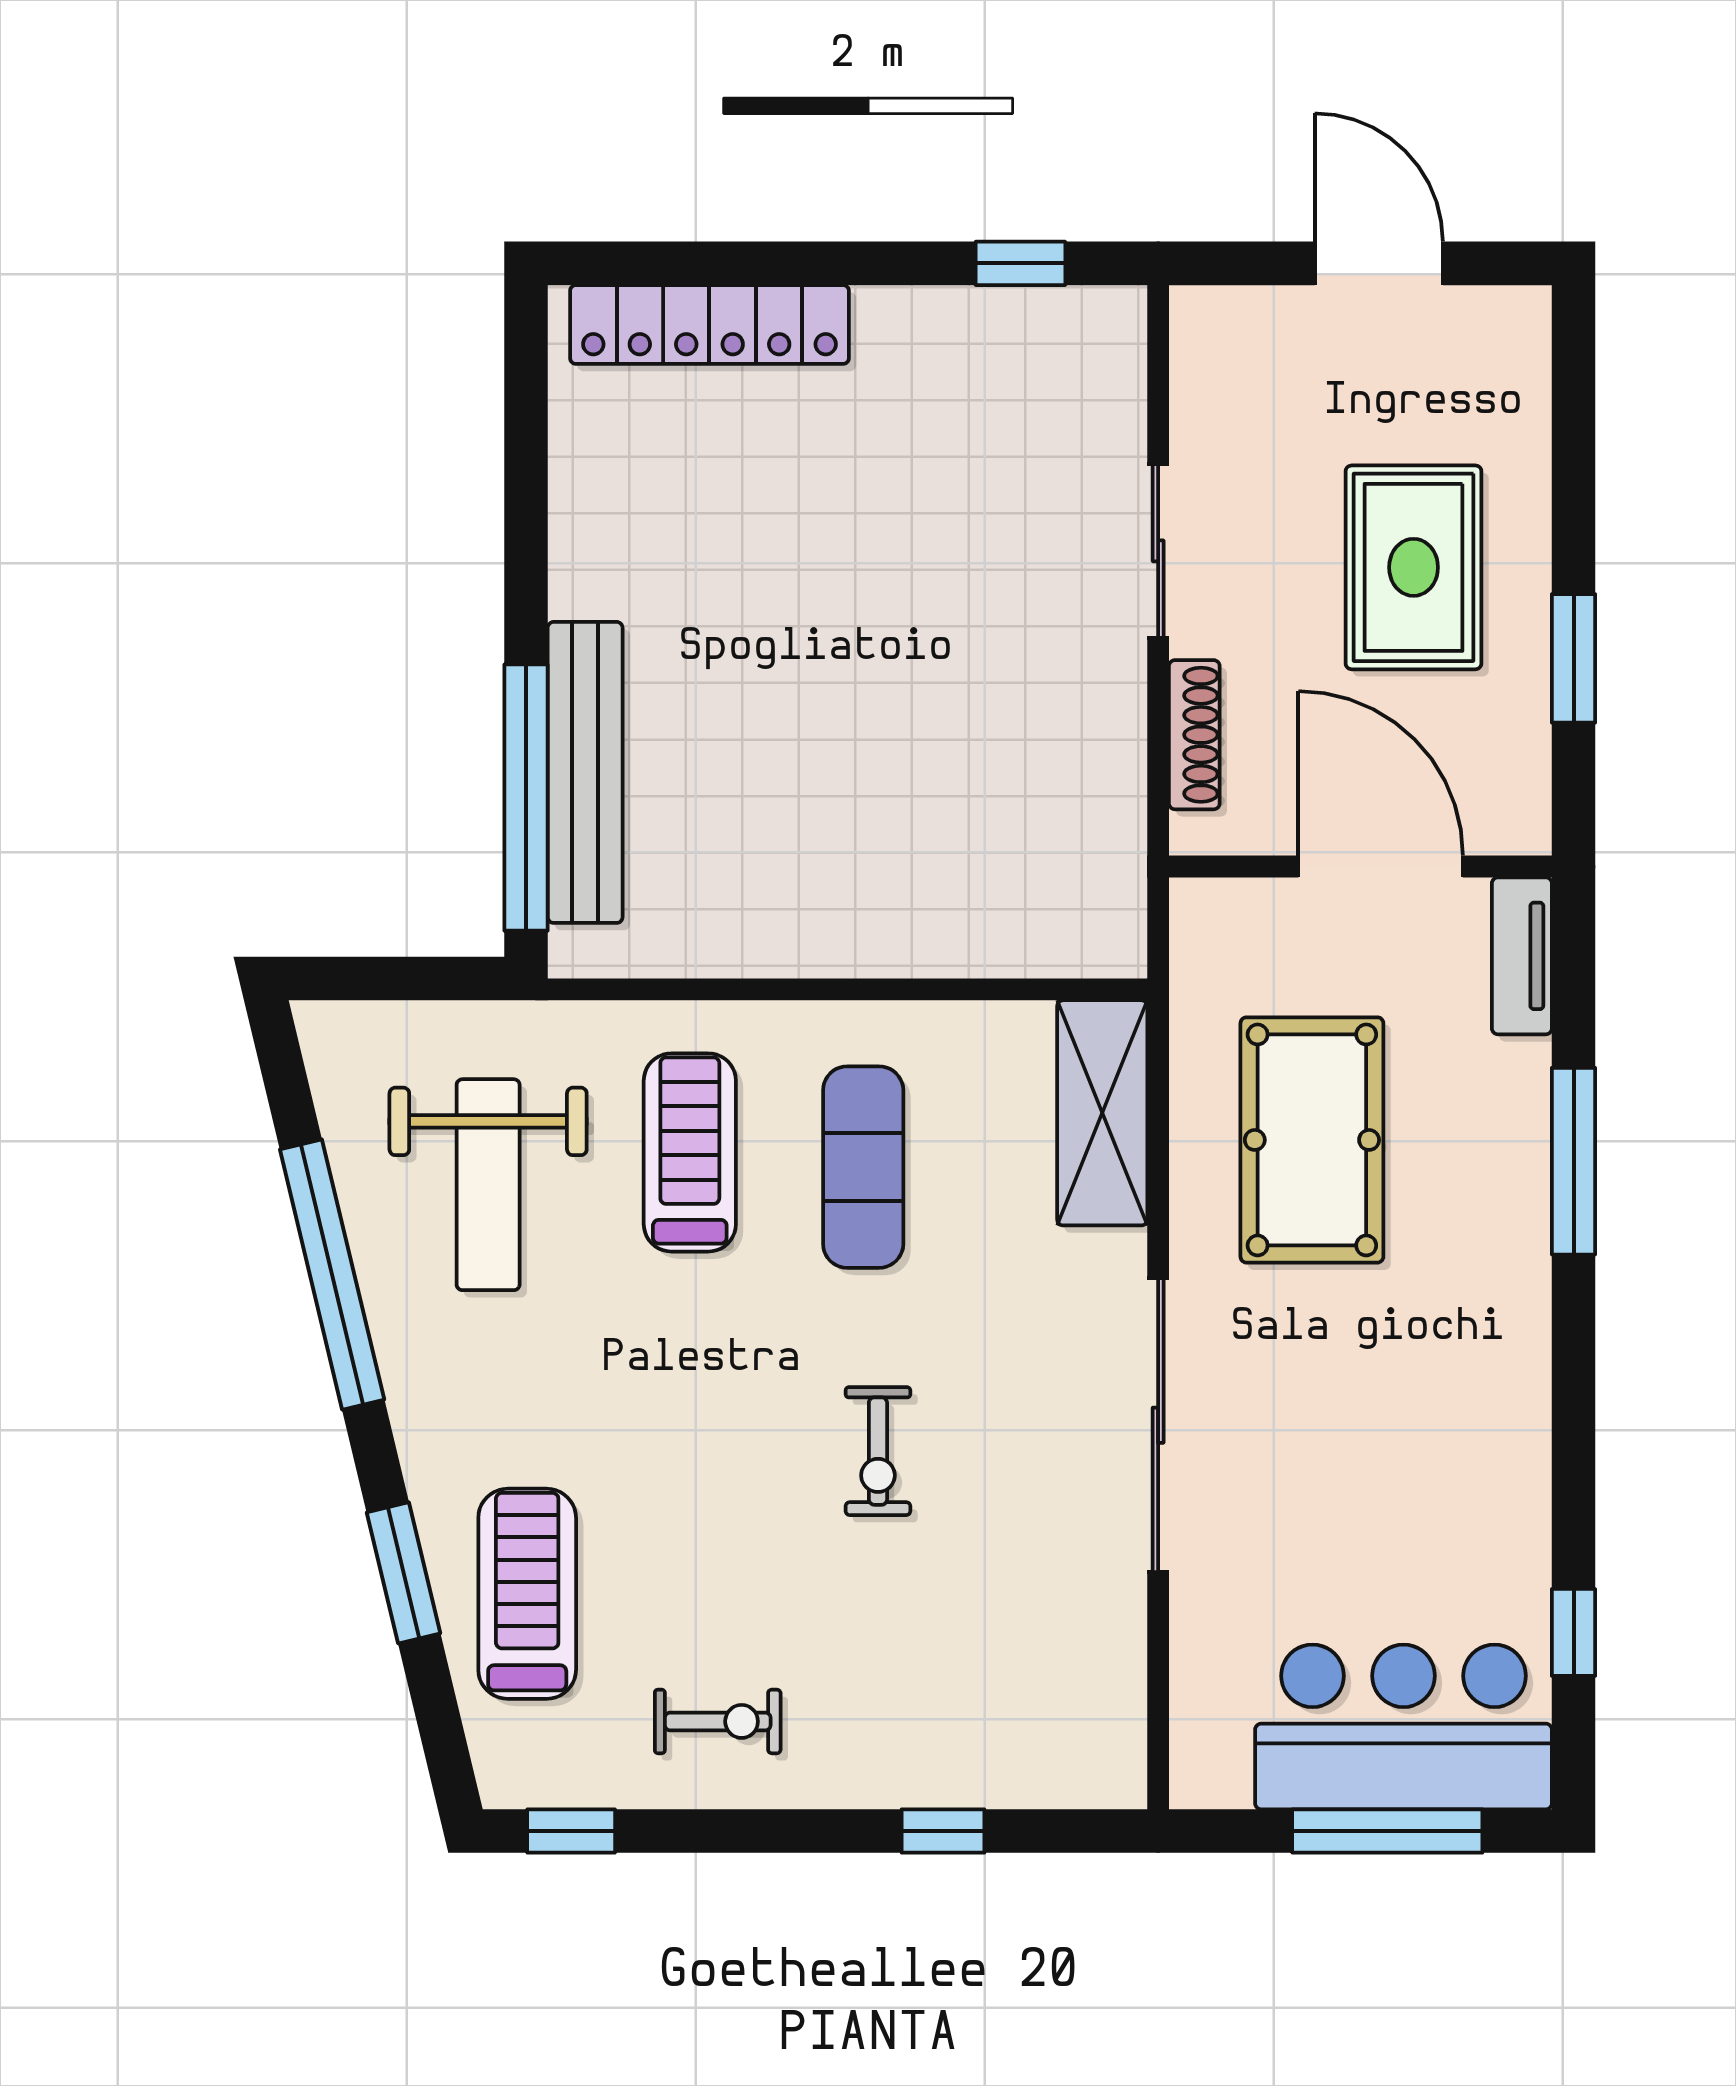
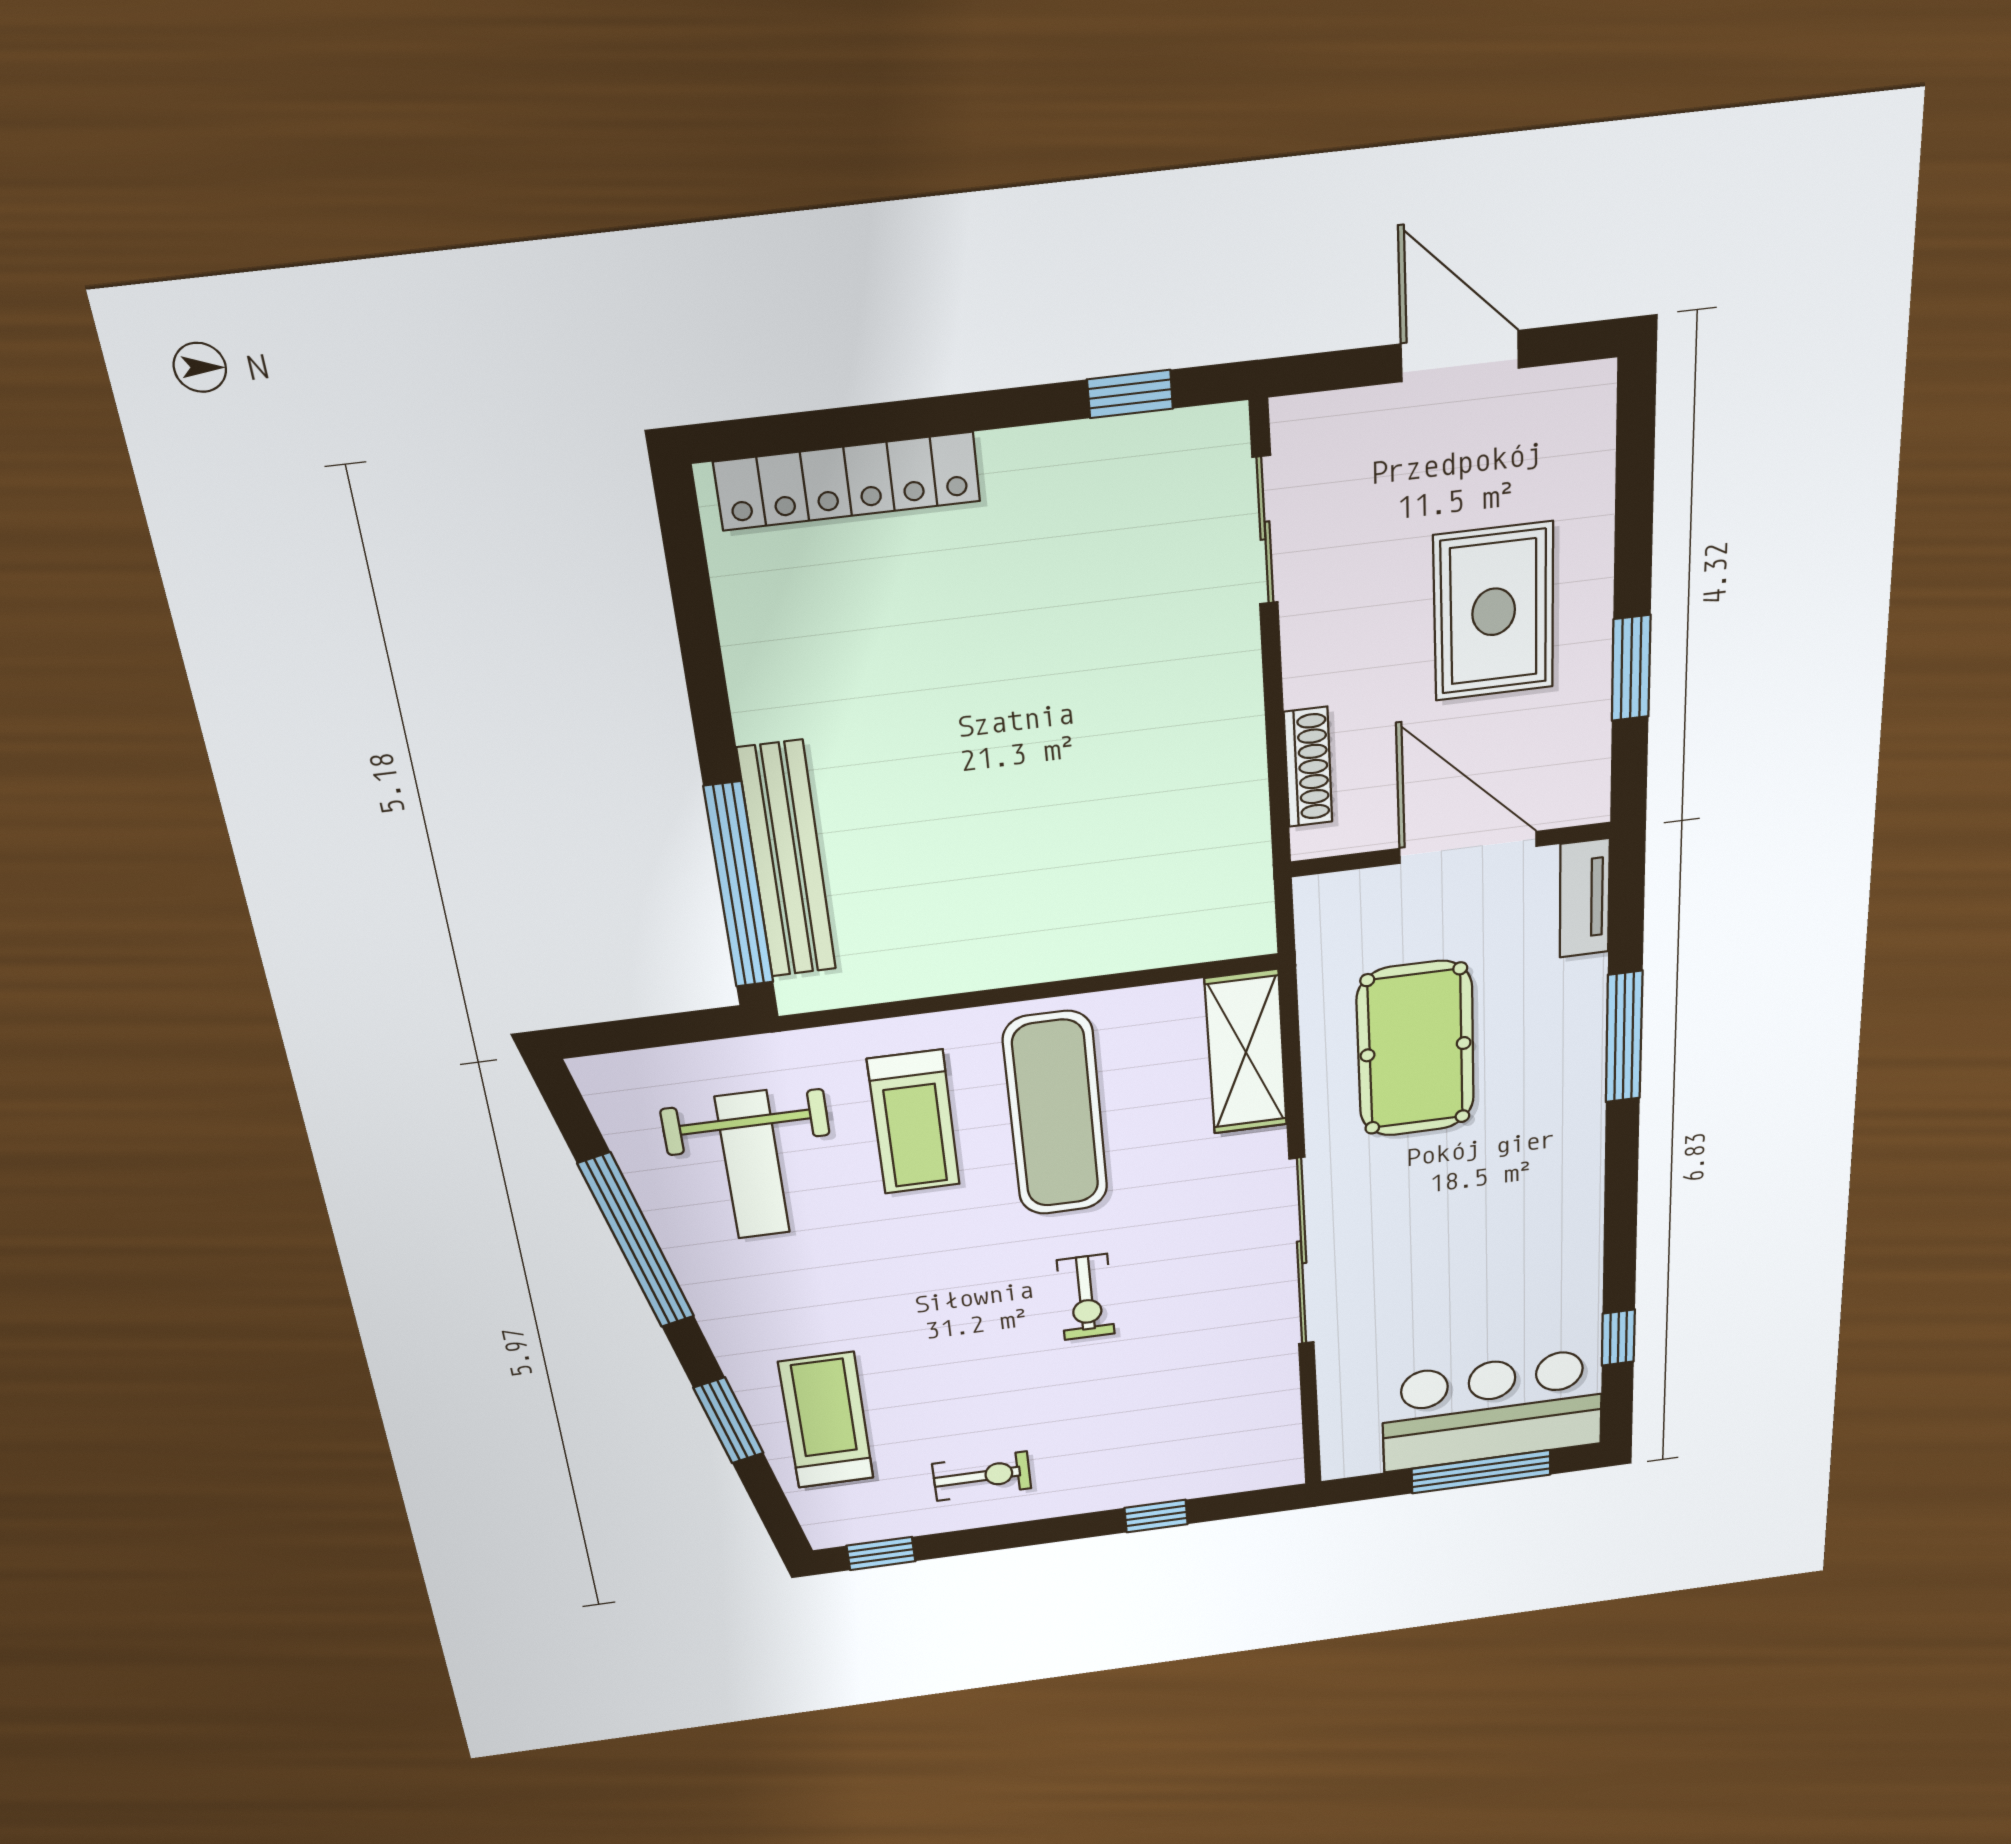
sliding door: (1158, 551) -> (1265, 531), moved
treadmill: (690, 1152) -> (914, 1122), turned 180
exercise mat: (863, 1167) -> (1056, 1114), width x1.36, depth x1.45

